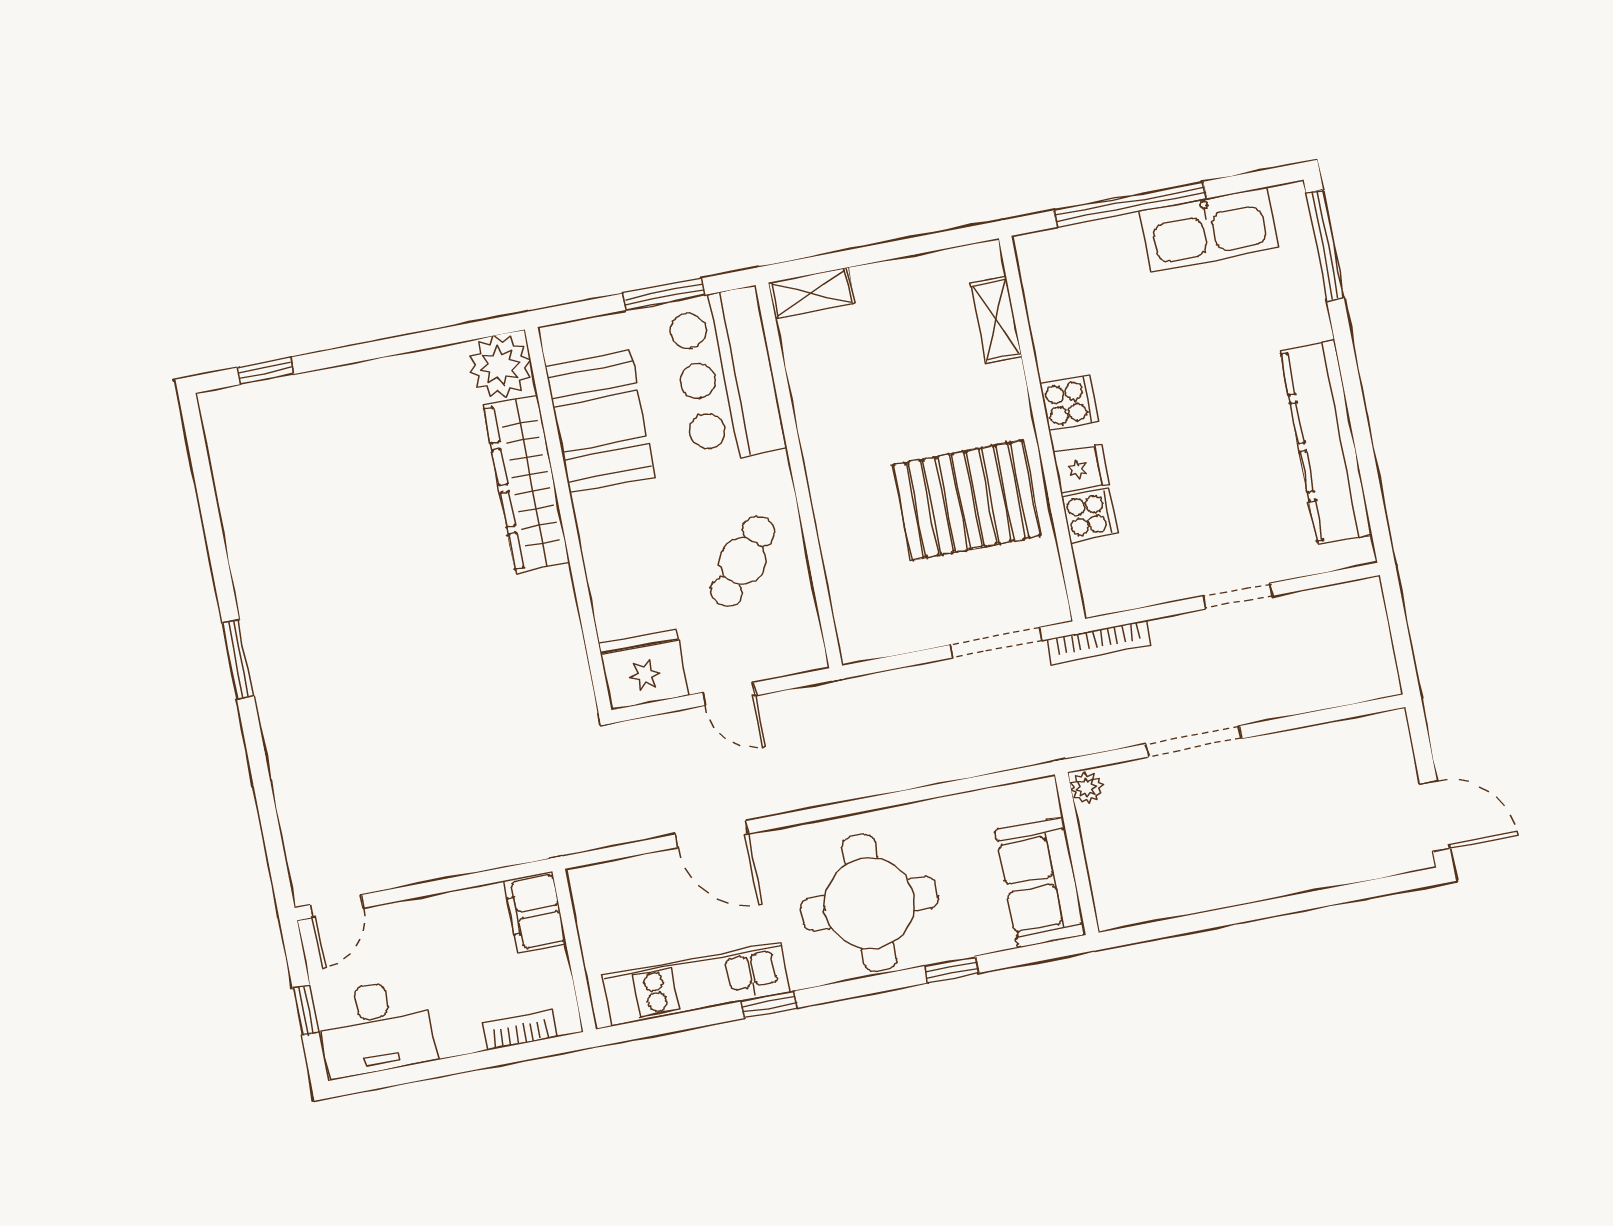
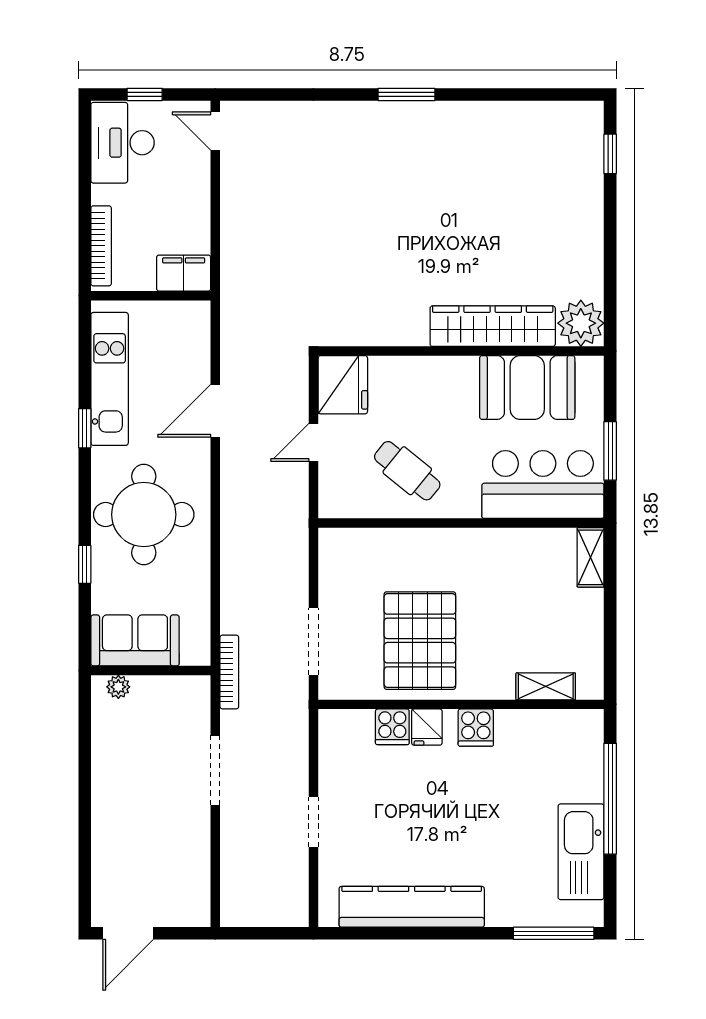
bookcase: (1099, 642) -> (229, 672), moved, turned 180
plant: (1087, 788) -> (118, 687), moved
bookcase: (520, 1030) -> (101, 246), width x1.56

